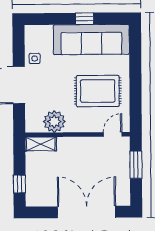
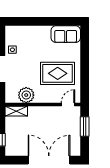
window: (85, 19) -> (48, 21), removed
sofa: (91, 40) -> (66, 34), width x0.54, depth x0.79

